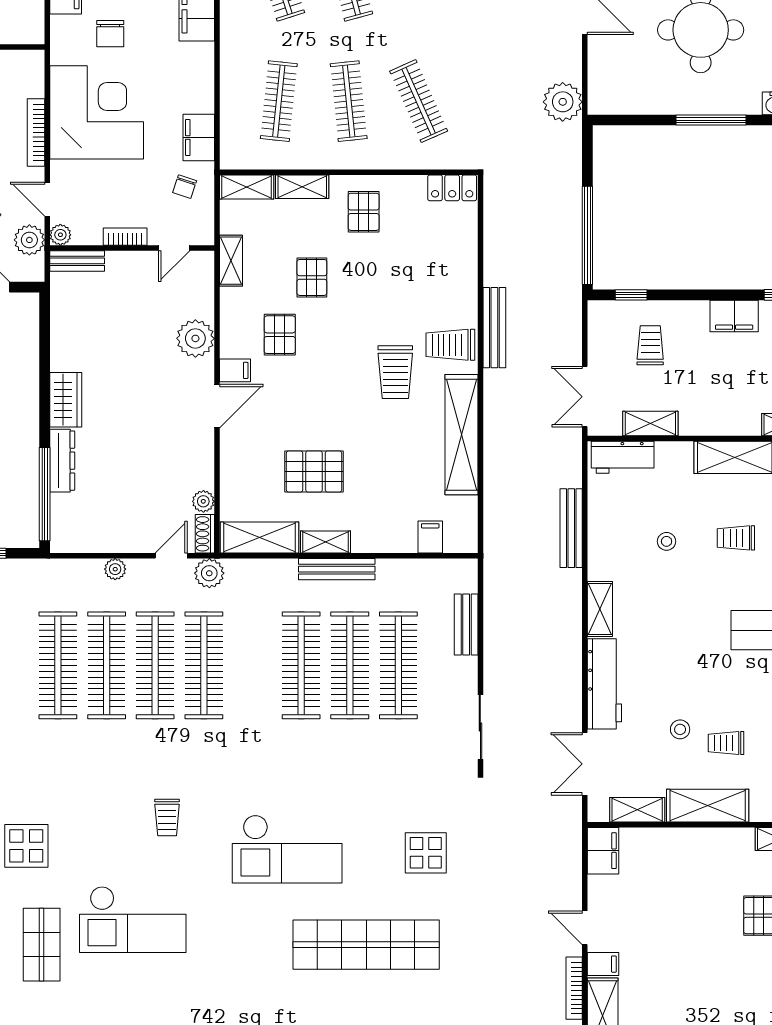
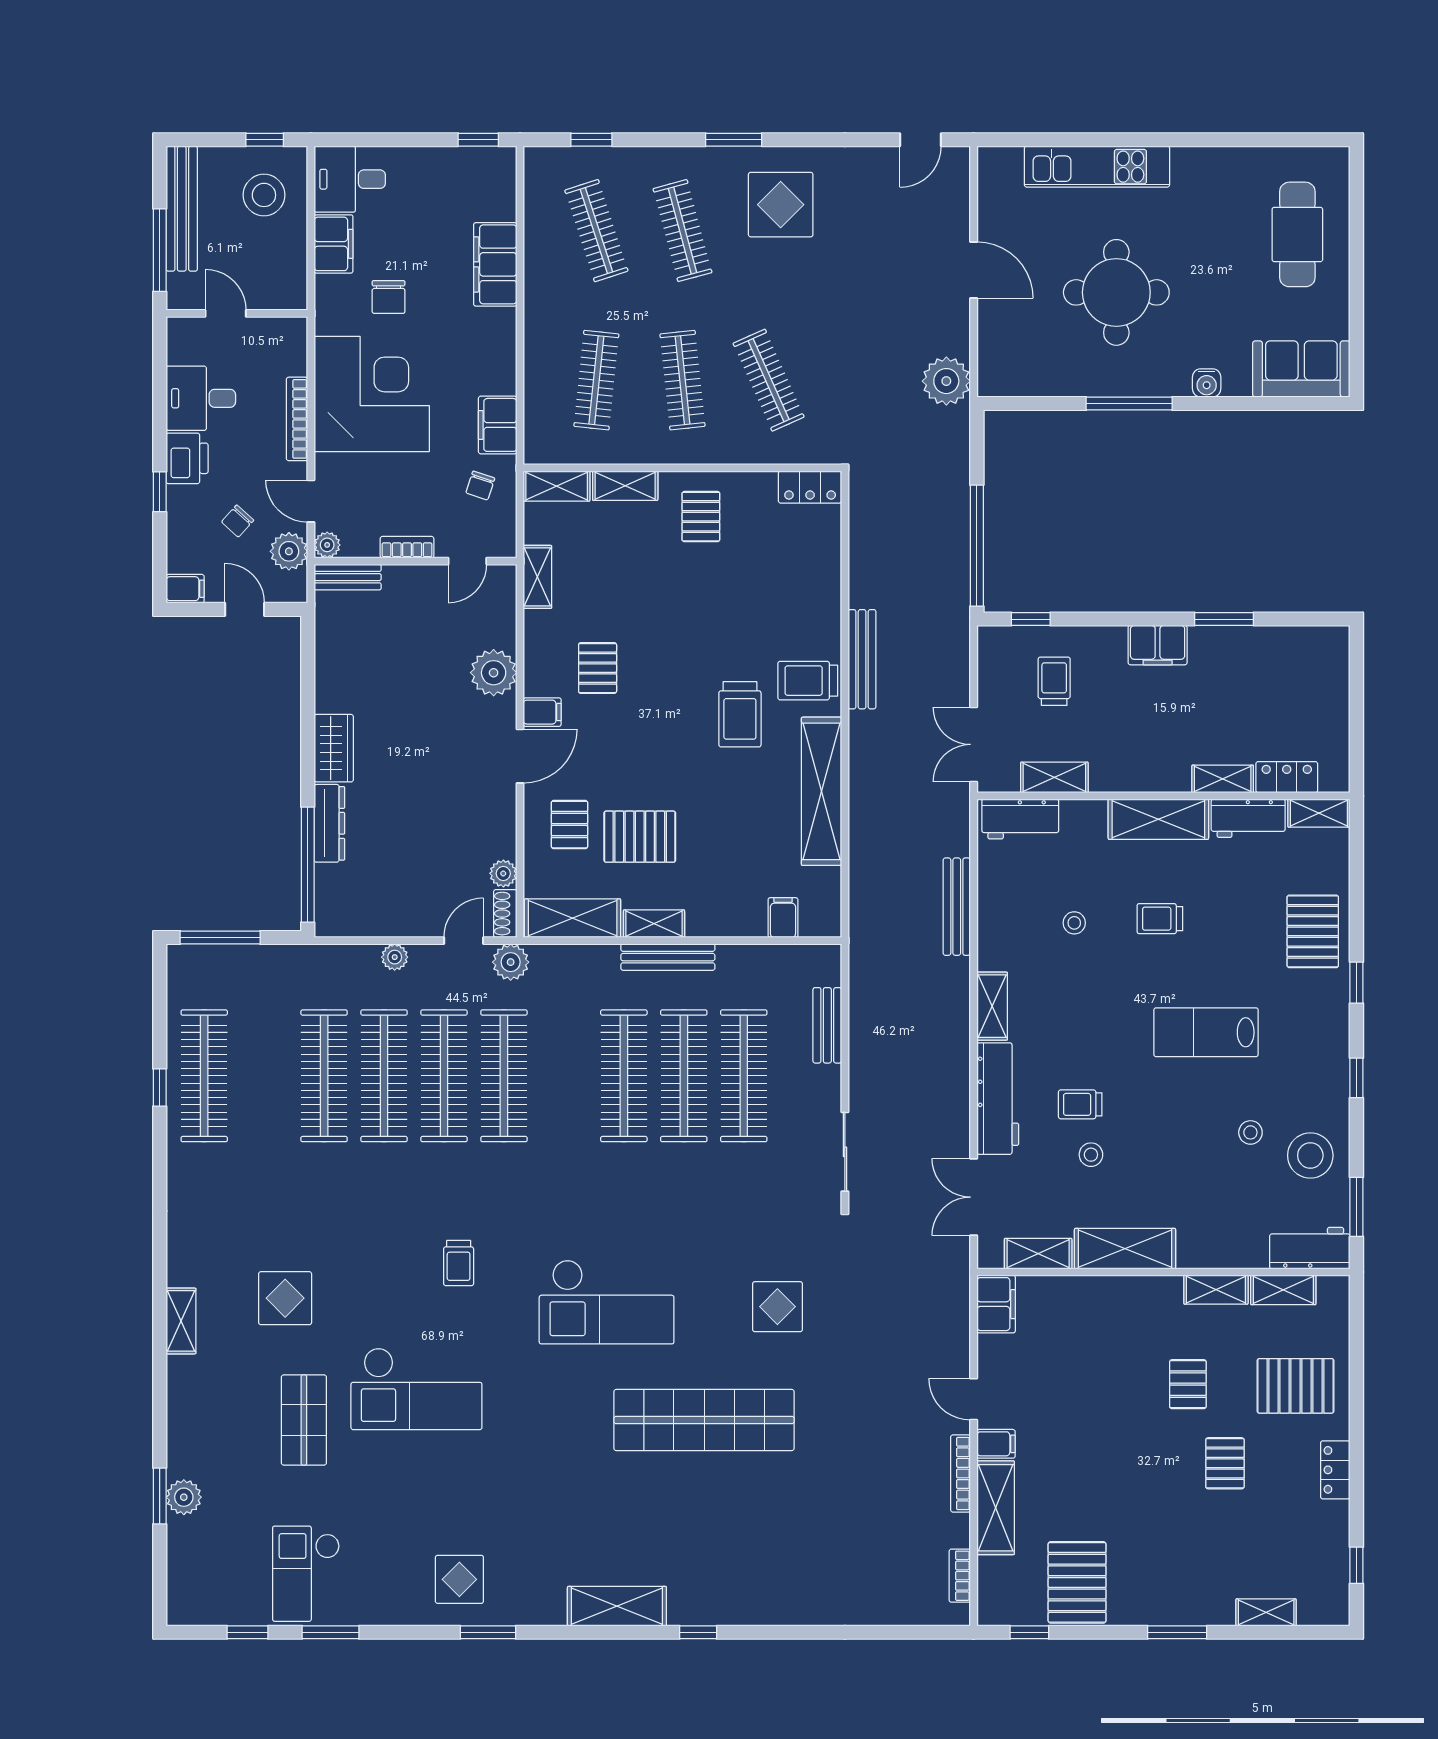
pallet: (312, 277) -> (569, 825), moved
trolley: (726, 743) -> (1080, 1104), moved

